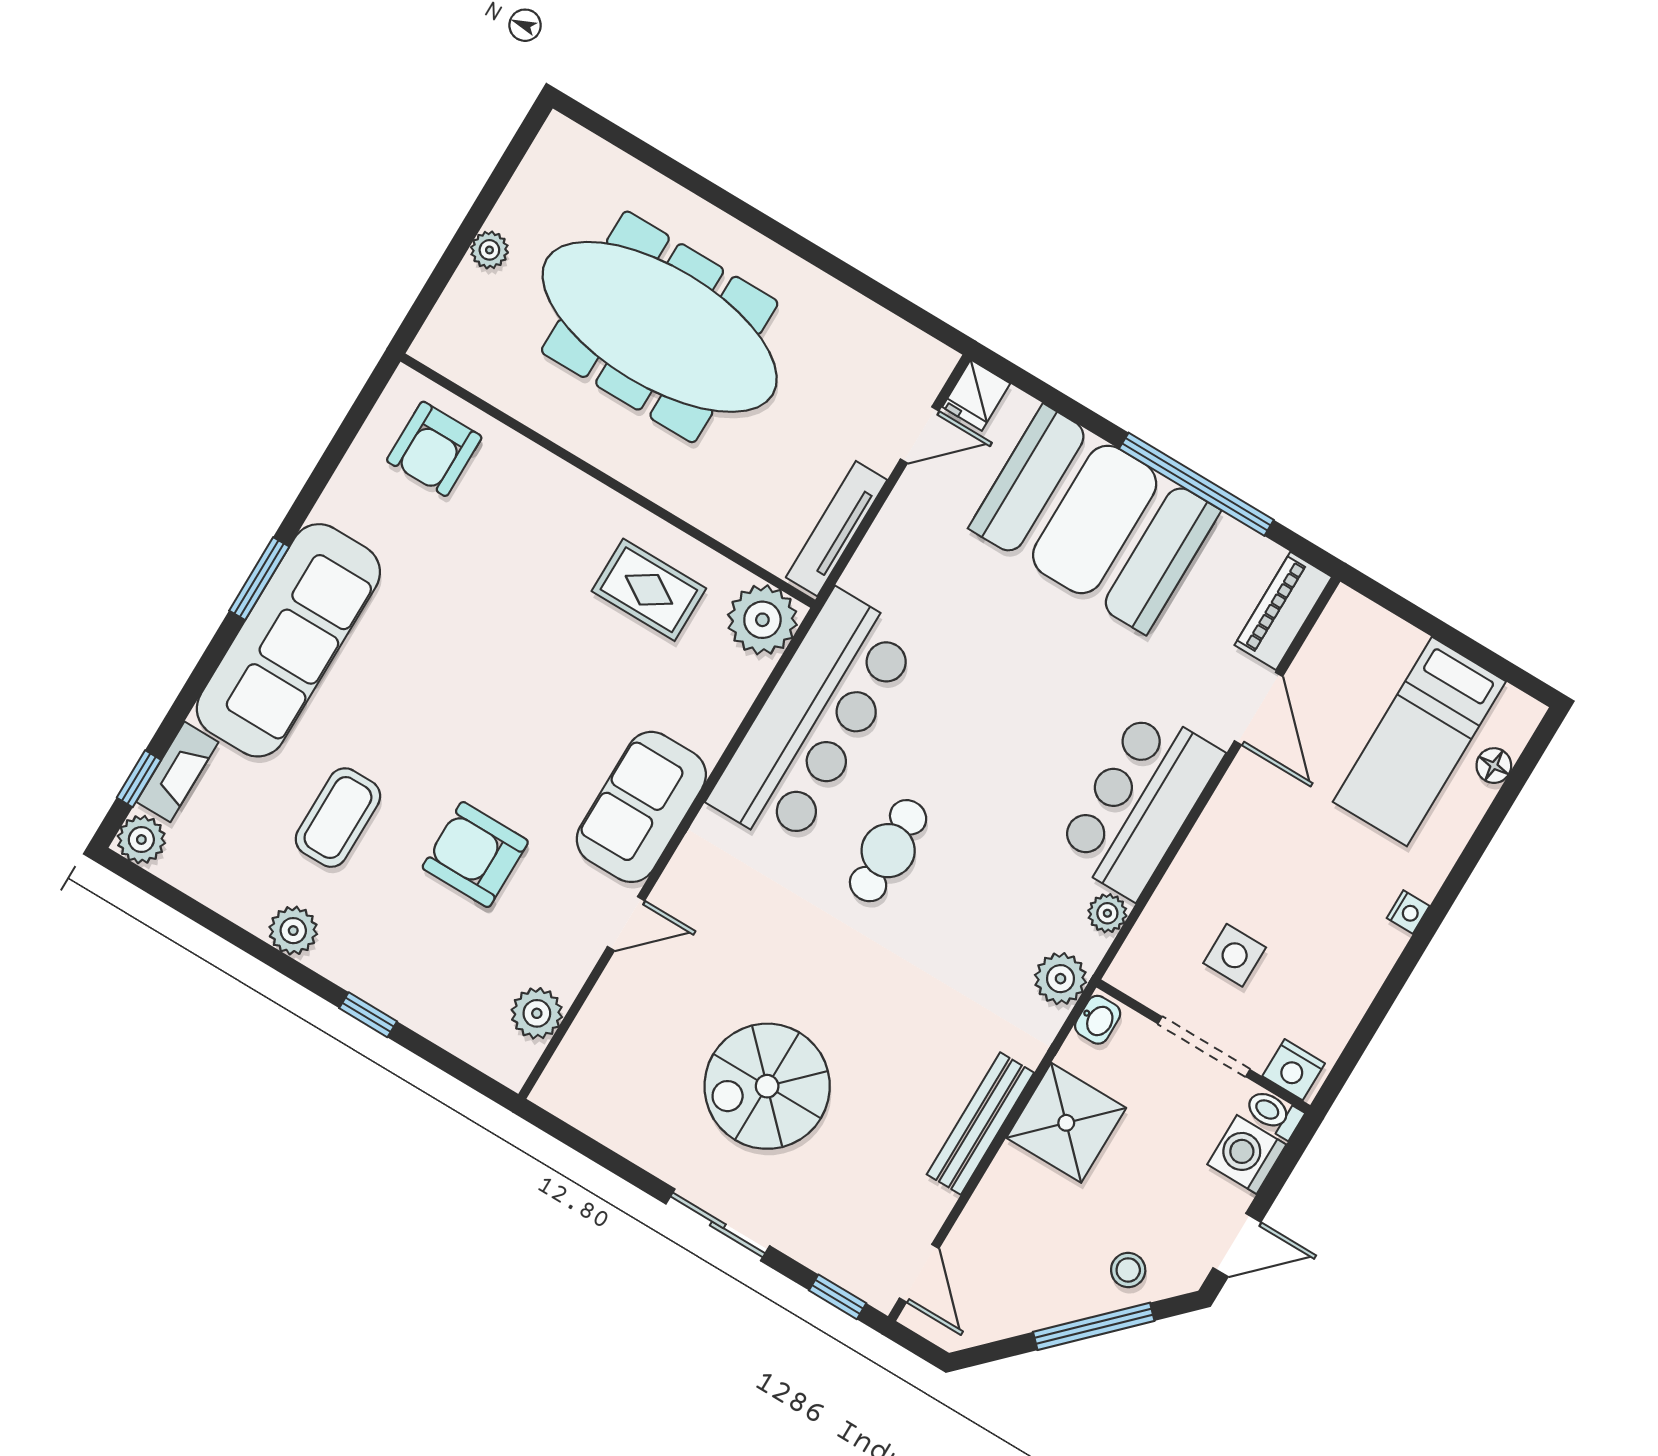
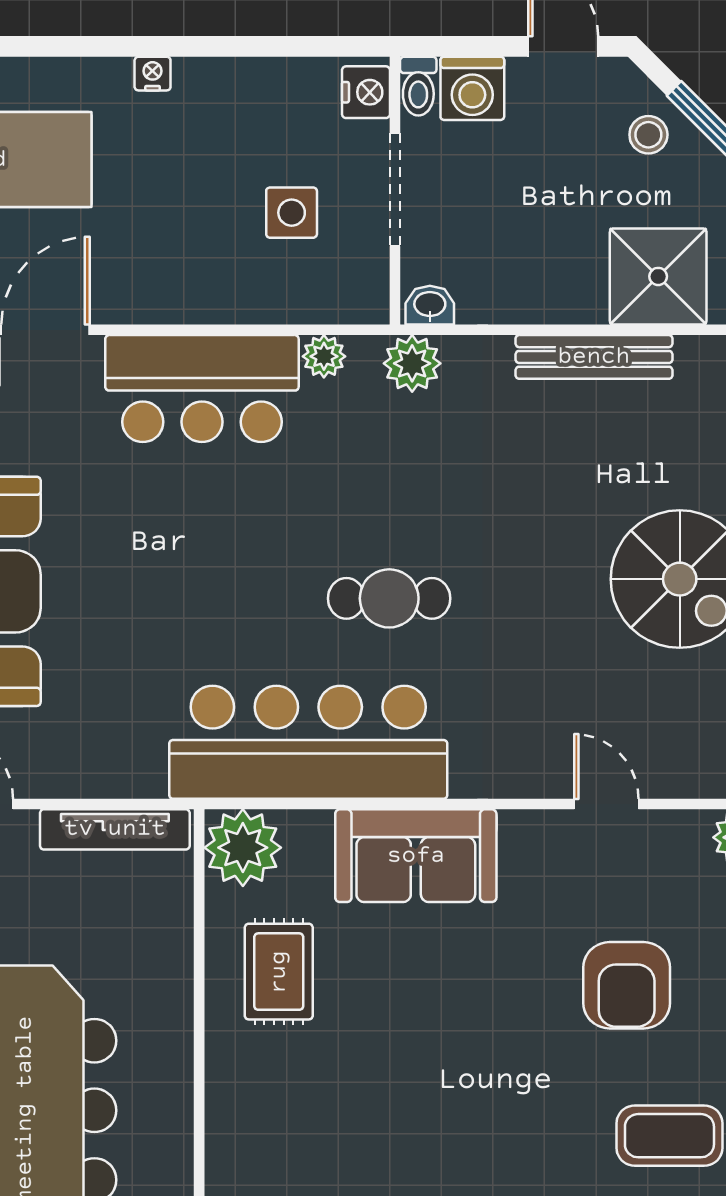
sofa: (641, 807) -> (416, 856), moved
shower: (1066, 1123) -> (658, 276), moved

